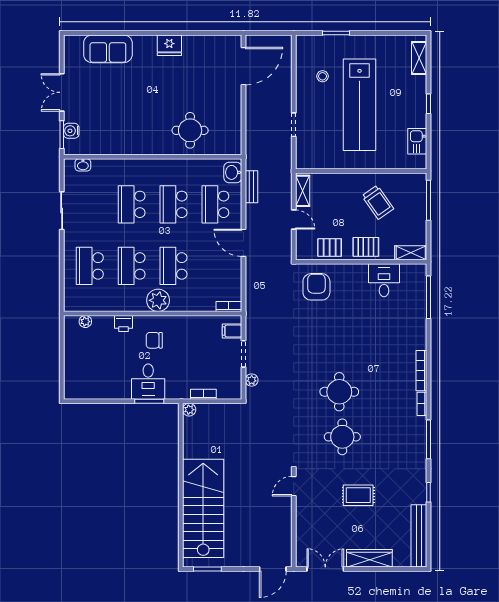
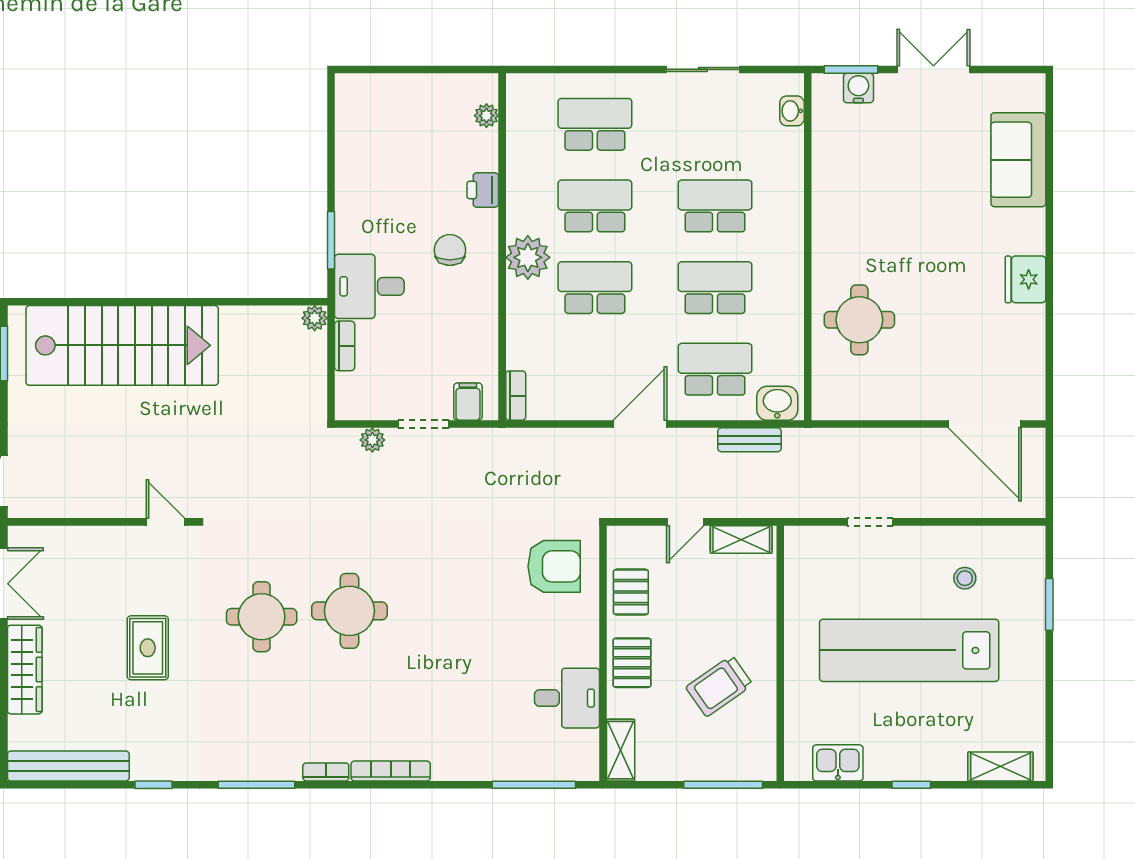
desk: (148, 382) -> (369, 286), moved

